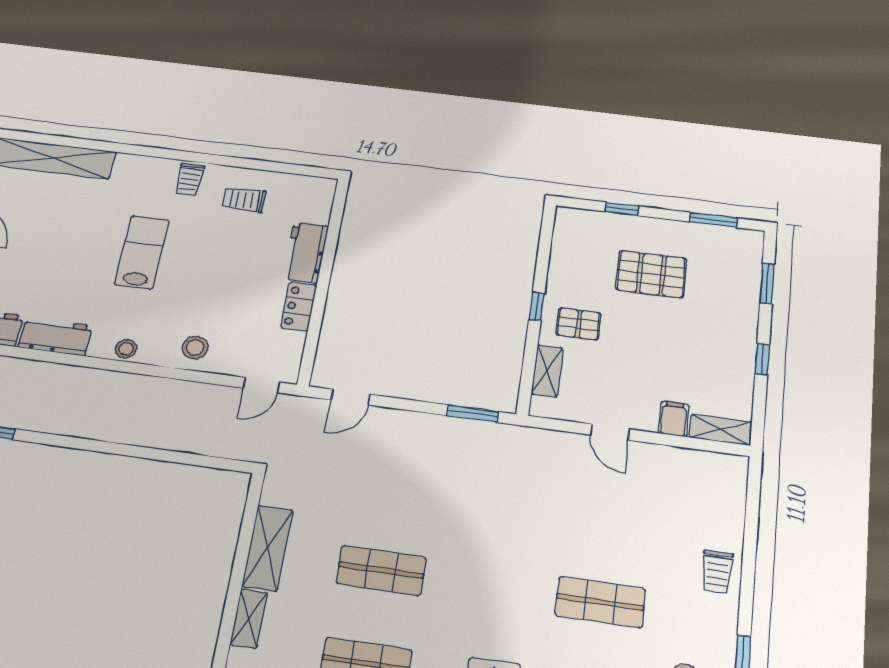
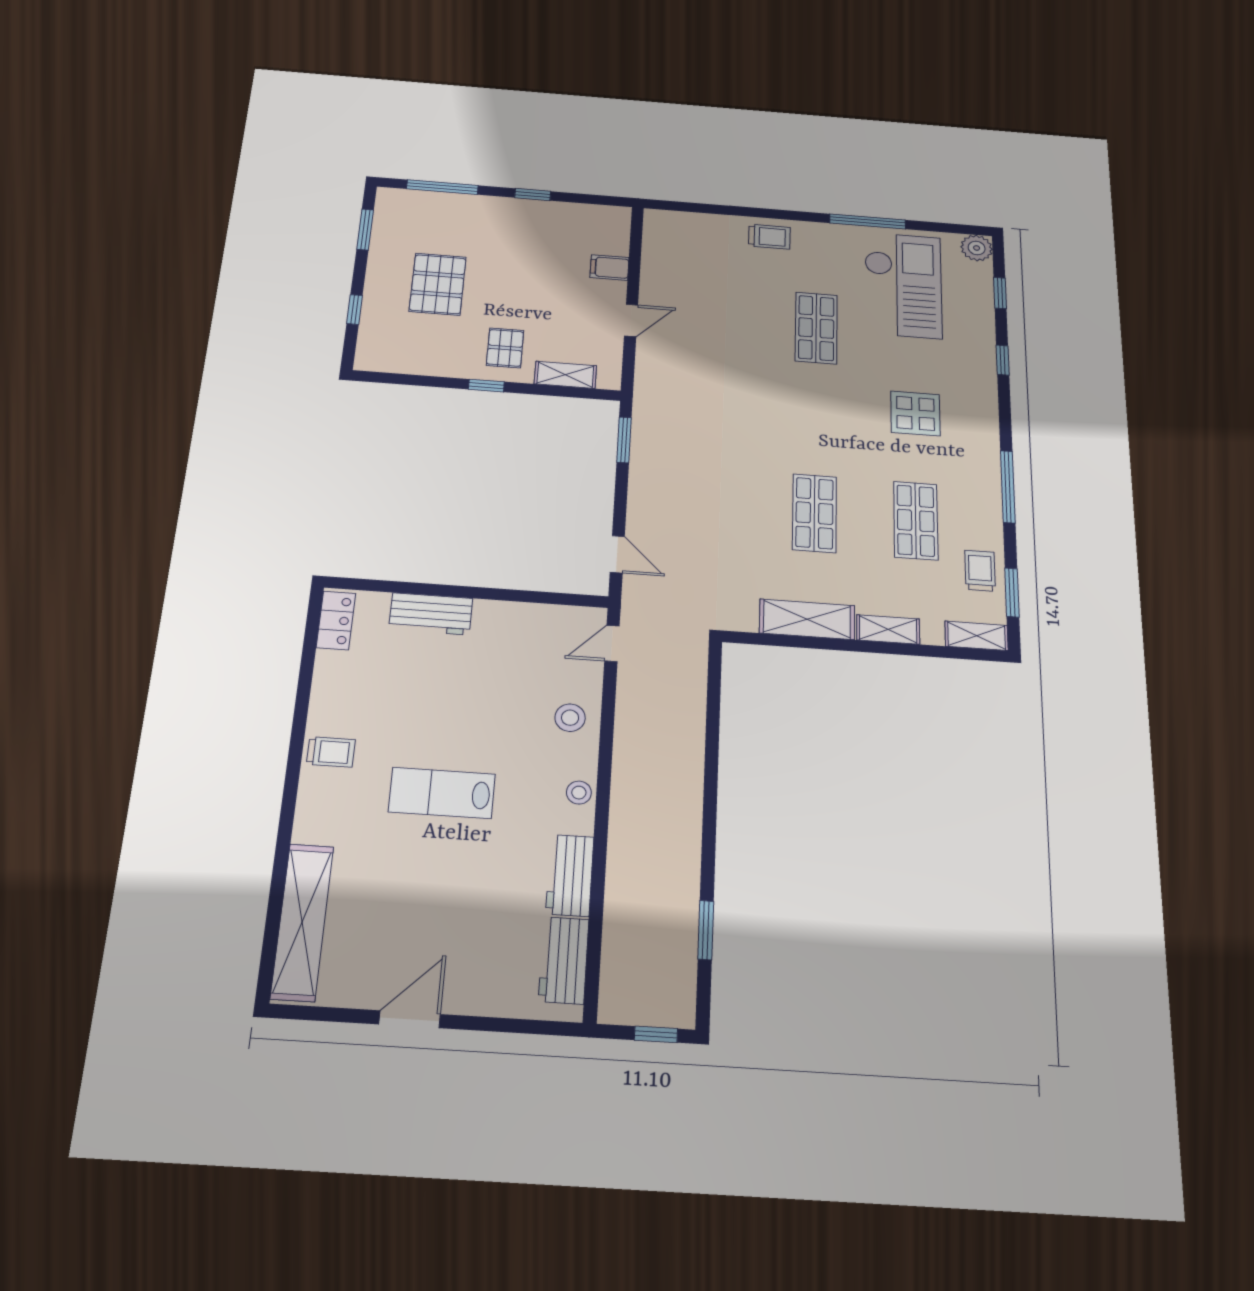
trolley: (244, 200) -> (359, 687), removed
window: (767, 284) -> (442, 187), width x1.44
locker: (299, 306) -> (336, 620), moved, turned -90
door: (262, 385) -> (612, 643), swing flipped
shelving: (721, 430) -> (617, 230), removed

